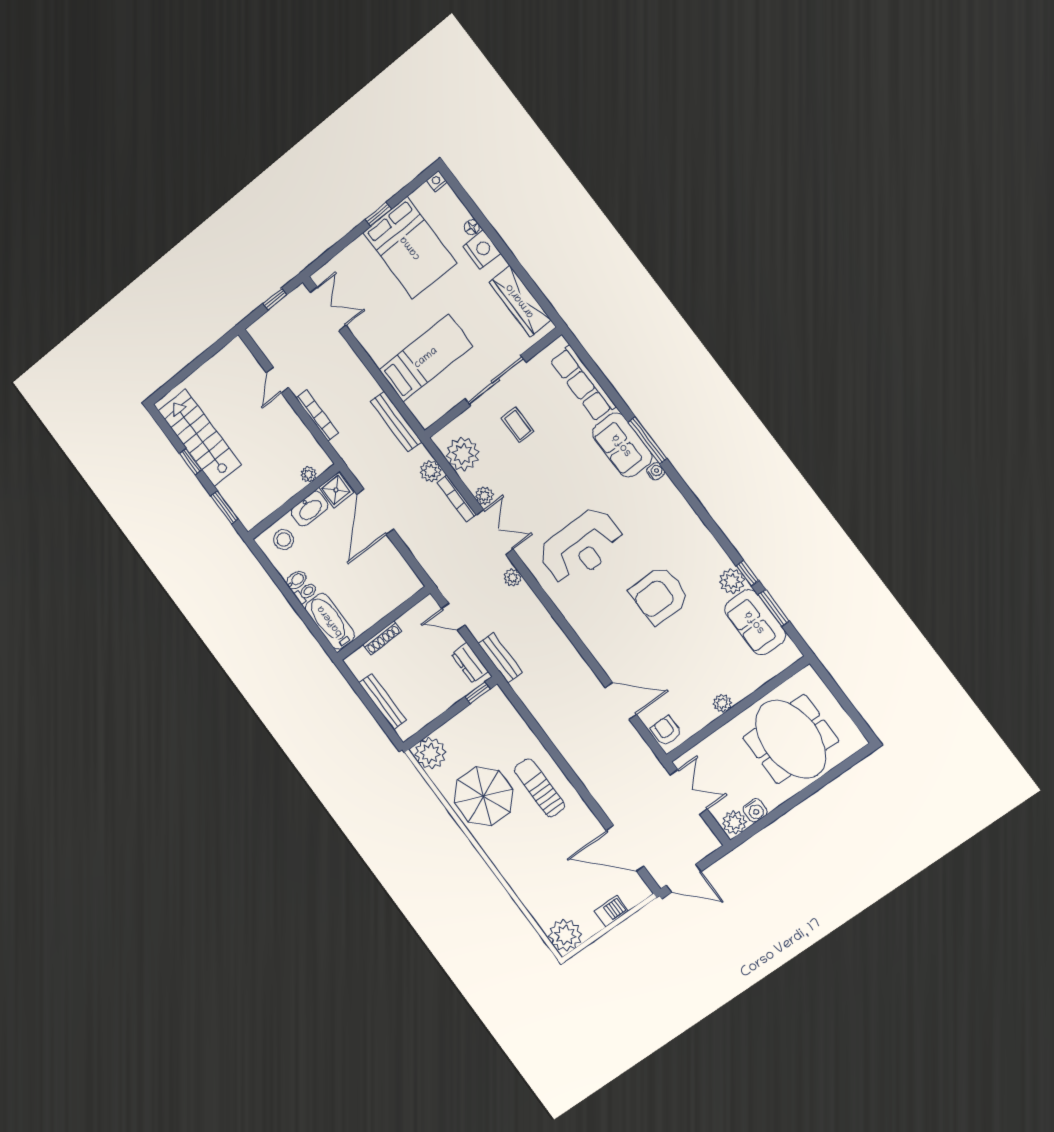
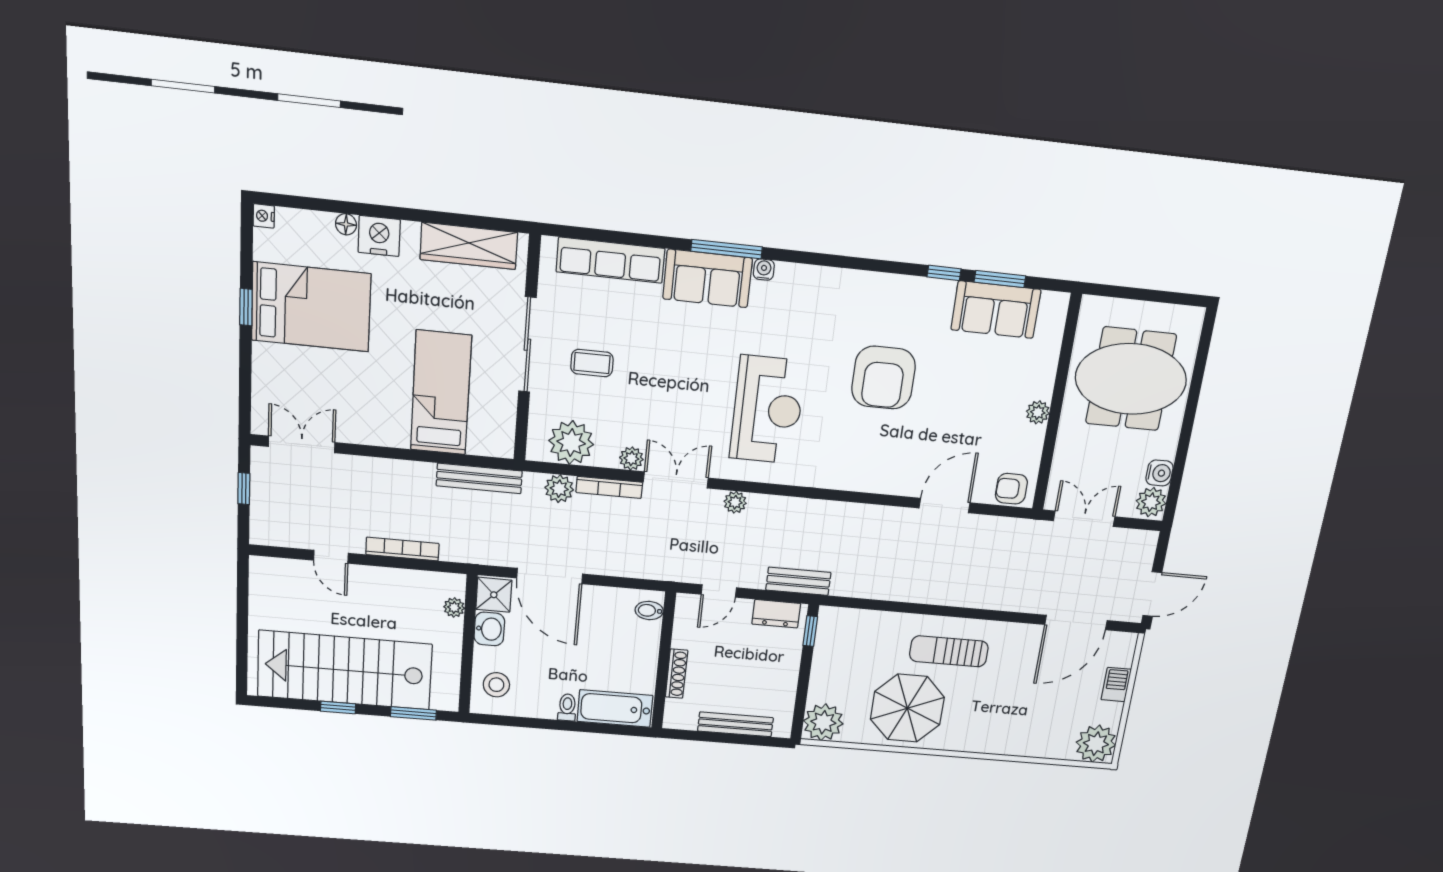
stairs: (200, 438) -> (345, 670), width x1.36, depth x1.51
washbasin: (310, 509) -> (489, 629), width x0.72
bidet: (296, 580) -> (649, 611), moved, turned -90
plant: (732, 581) -> (937, 295), removed

